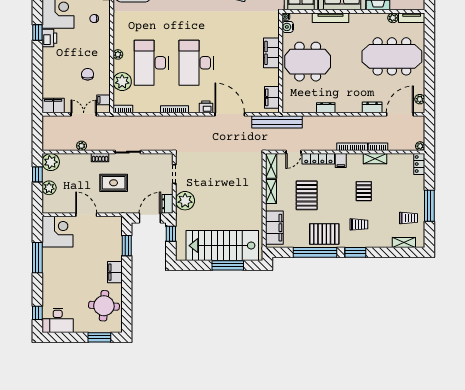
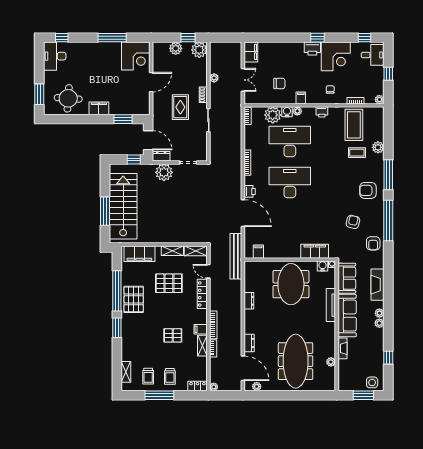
tv unit: (412, 18) -> (331, 379), removed
printer: (119, 28) -> (322, 112), added
filing cabinet: (271, 53) -> (315, 251), moved
water cooler: (119, 66) -> (287, 112), added
filing cabinet: (272, 97) -> (258, 252), width x0.50
filing cabinet: (104, 100) -> (301, 98), moved
door: (230, 114) -> (243, 213), hinge flipped
filing cabinet: (341, 161) -> (201, 329), moved
trolley: (359, 224) -> (170, 376), moved

